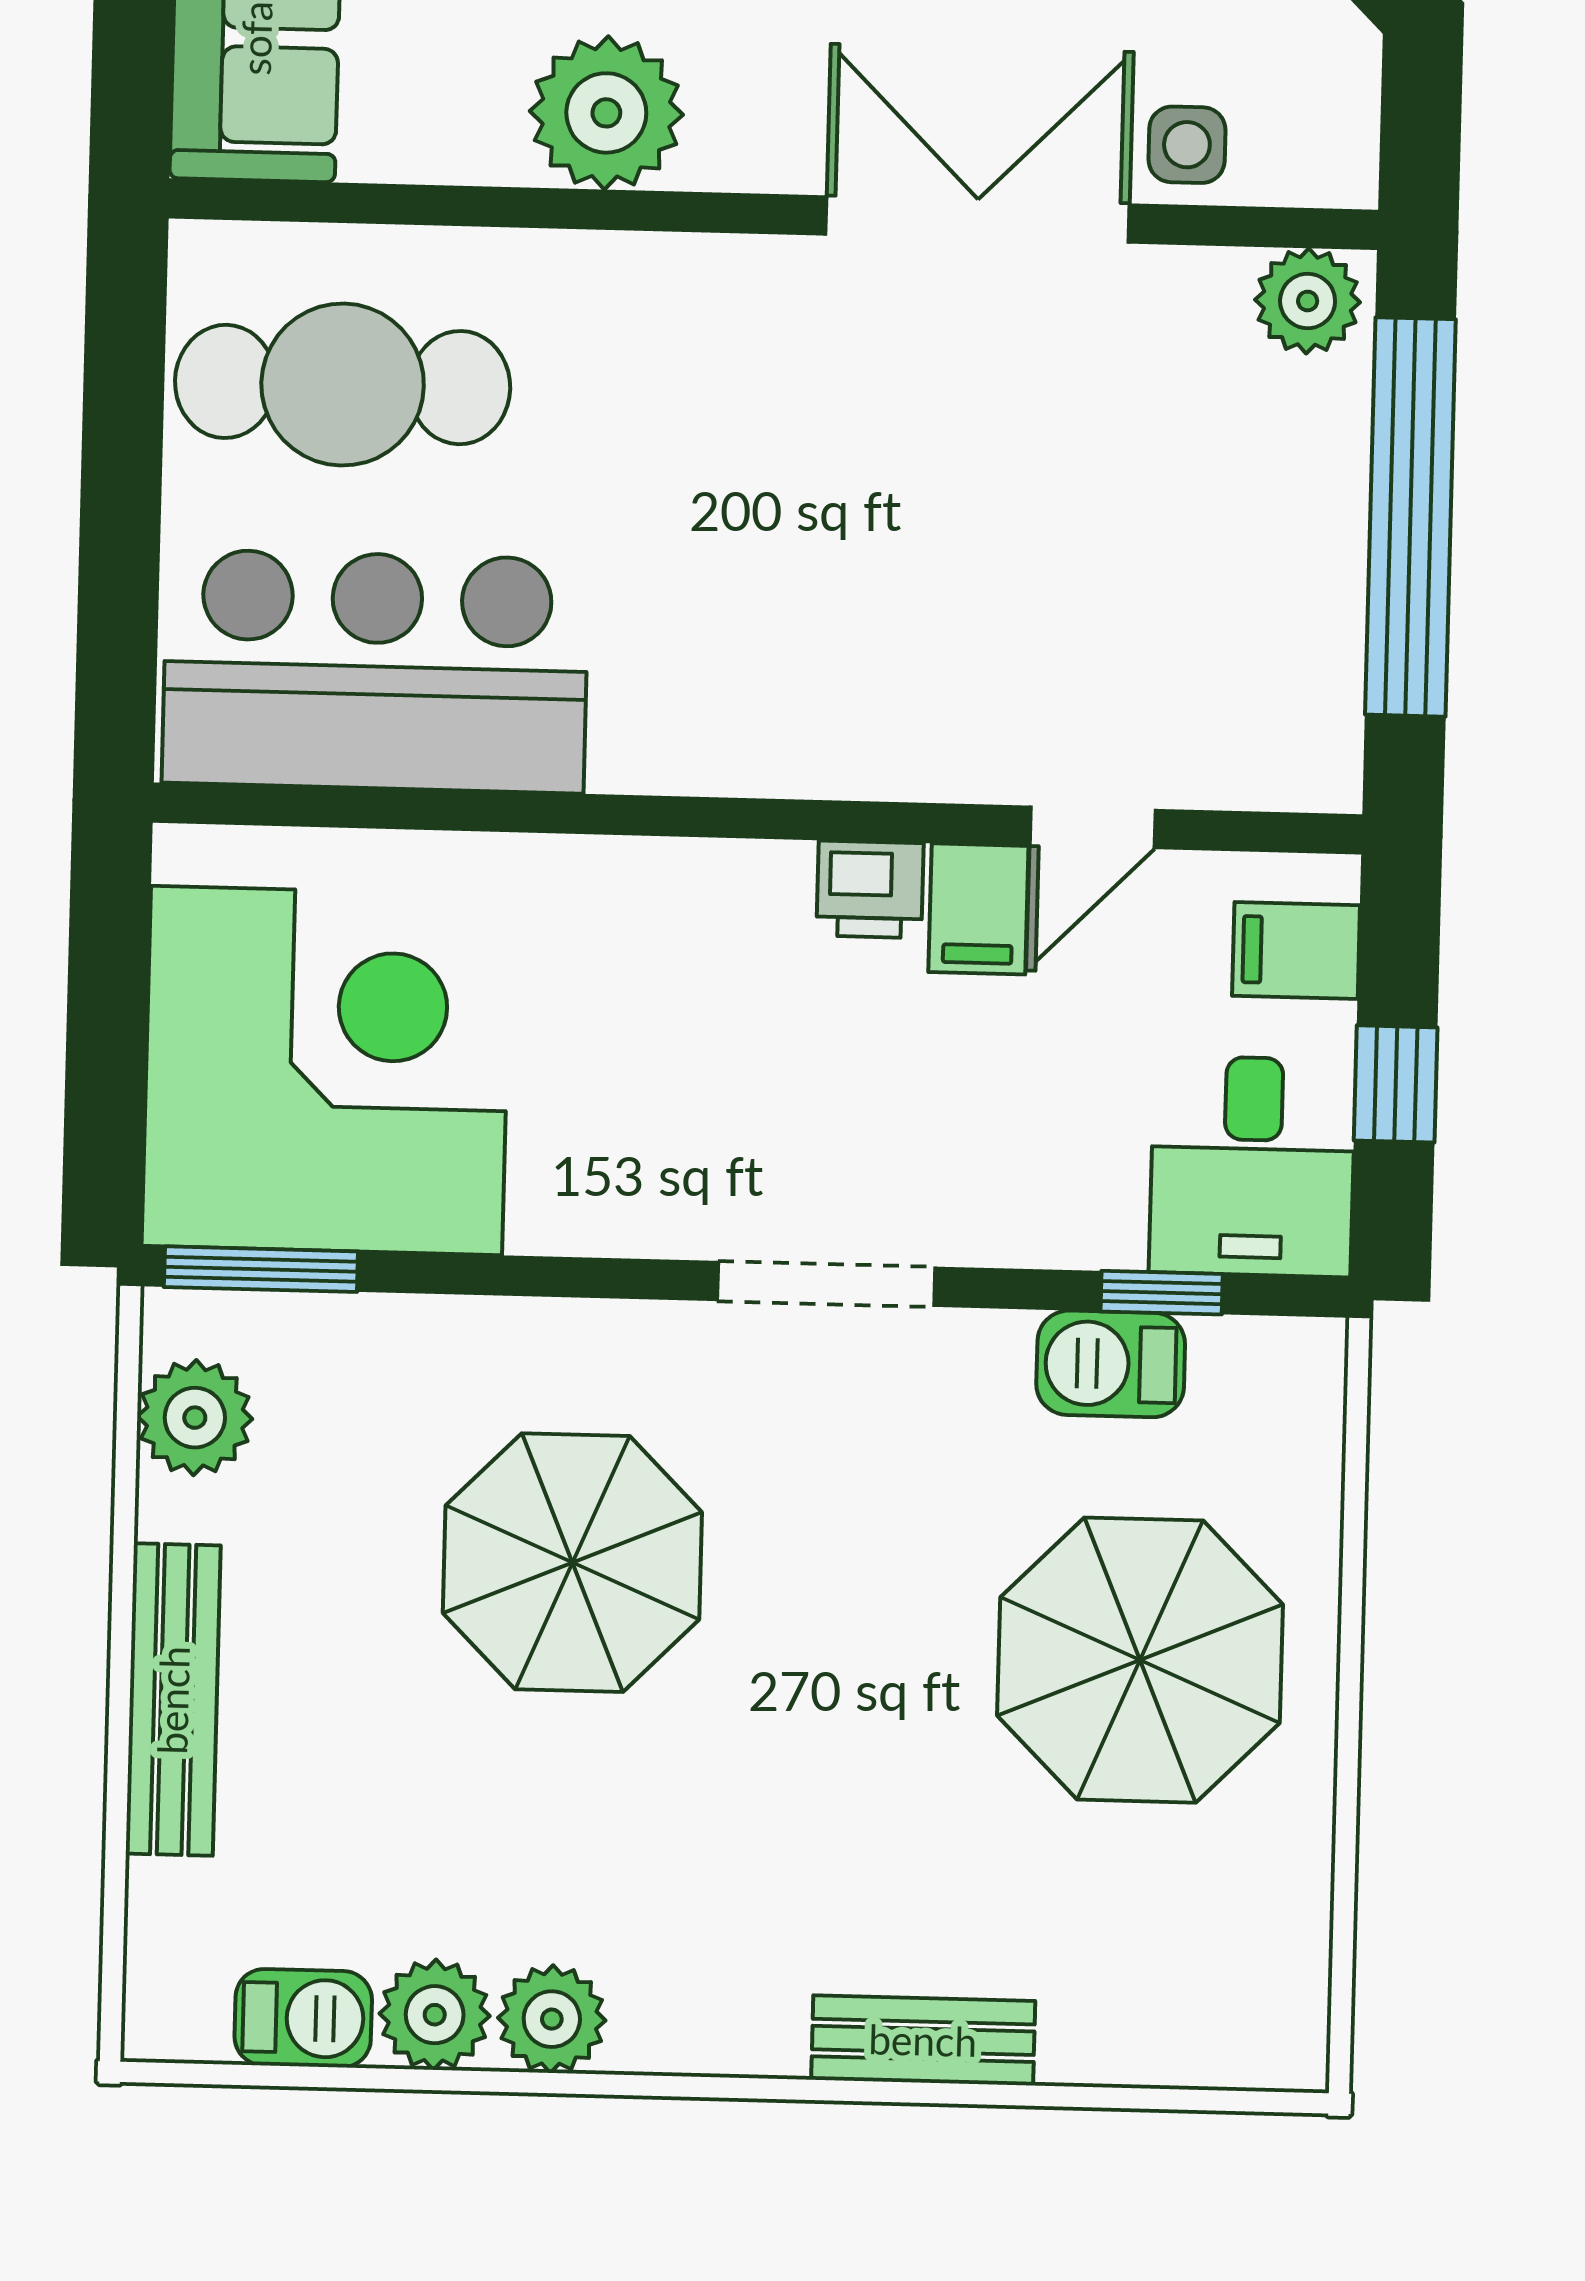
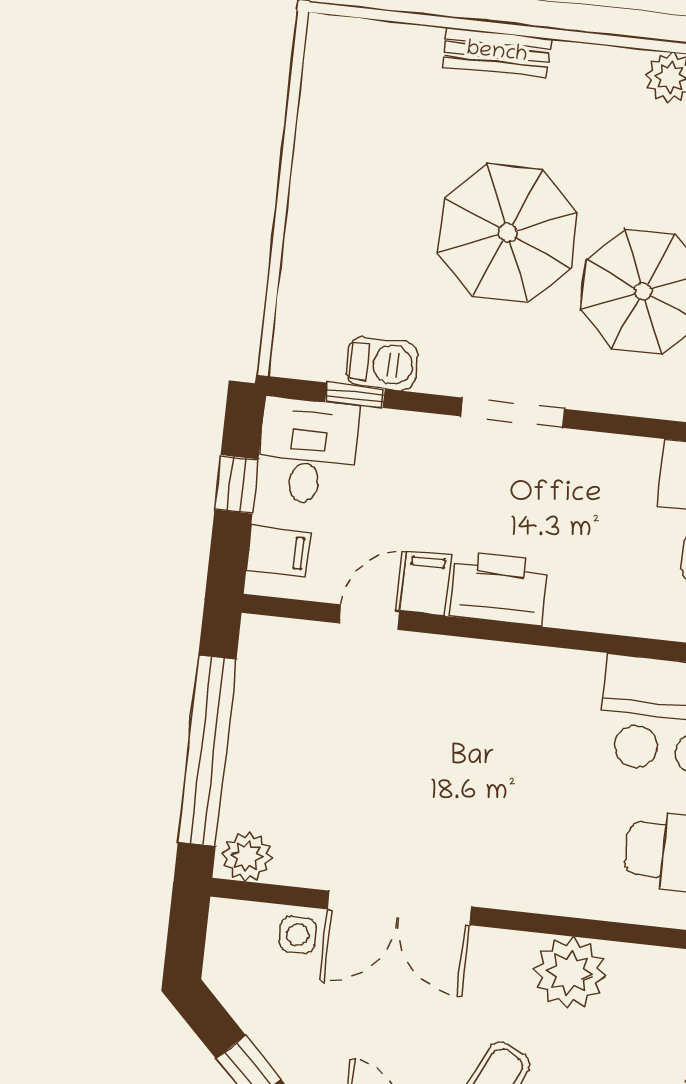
printer: (870, 889) -> (499, 588), width x1.87, depth x1.48
parasol: (1140, 1660) -> (508, 233), moved

